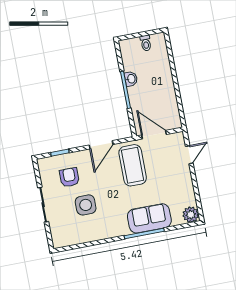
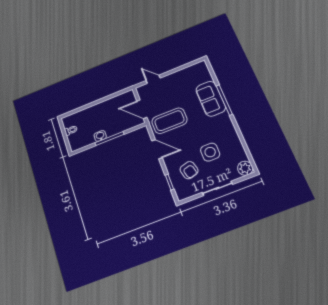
door: (154, 135) -> (142, 109), hinge flipped
armchair: (69, 177) -> (189, 170), turned -105
plant: (191, 215) -> (245, 168), moved

